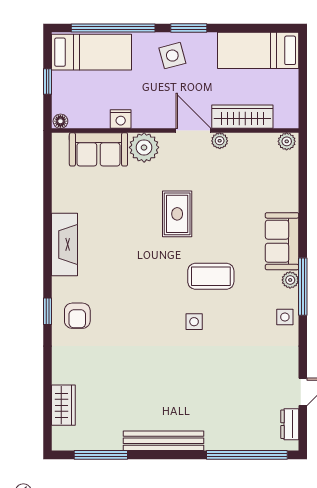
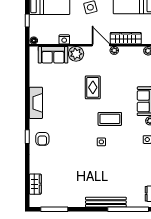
bench: (163, 441) -> (106, 202), moved

